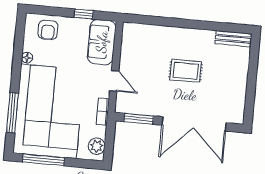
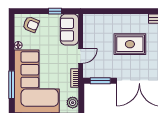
armchair: (48, 30) -> (31, 24), turned -68
rug: (186, 71) -> (130, 44), width x1.36, depth x1.43
door: (114, 81) -> (81, 56), hinge flipped

